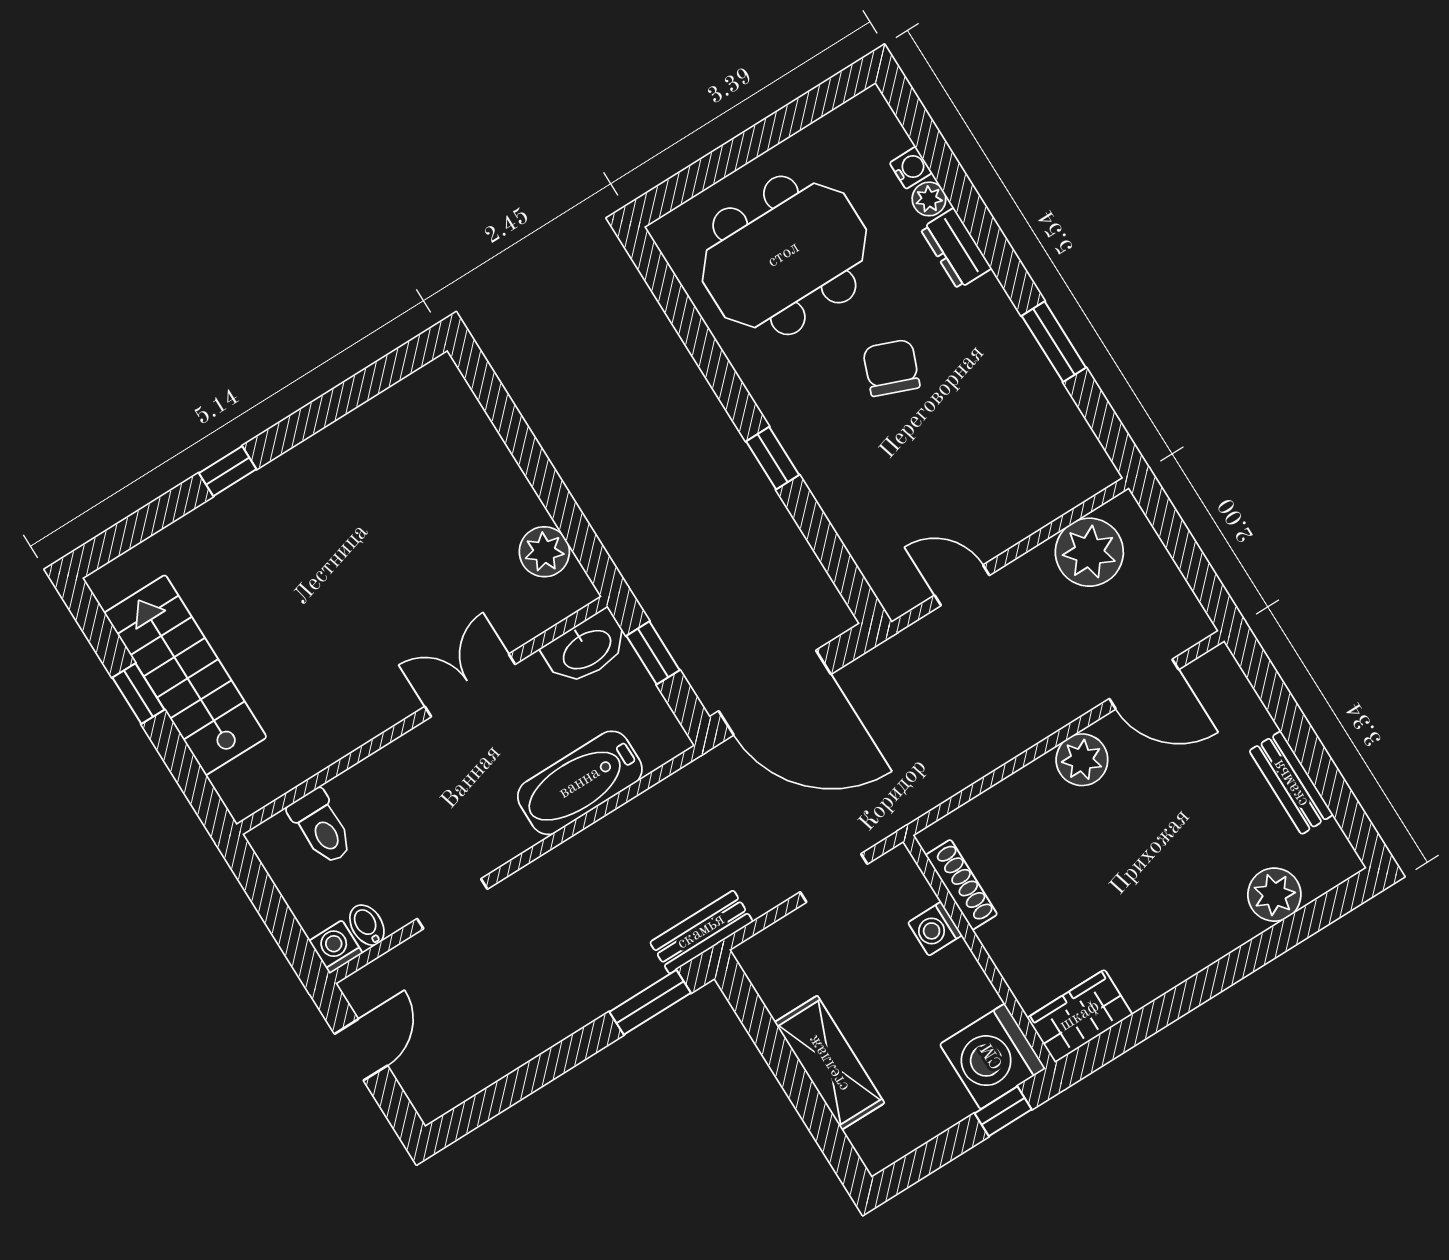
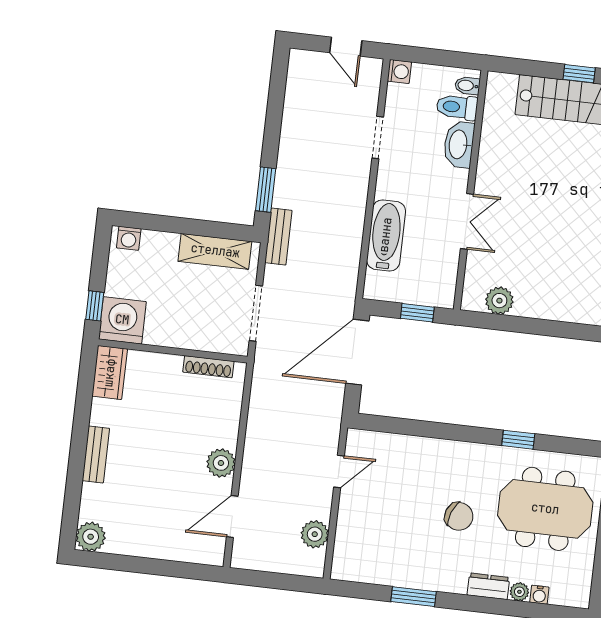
meeting table: (784, 255) -> (545, 509), turned 90
window: (773, 458) -> (518, 440), moved
plant: (1089, 552) -> (315, 534), width x0.73, depth x0.73
washbasin: (586, 648) -> (459, 144), moved
bench: (1291, 783) -> (96, 454), moved, turned 90
doorway: (834, 878) -> (256, 313), width x1.38
plant: (1274, 895) -> (91, 537), moved
bidet: (367, 925) -> (467, 86), moved, turned 180
washing machine: (935, 929) -> (129, 238), moved, turned 180
shelving: (829, 1063) -> (215, 251), moved

